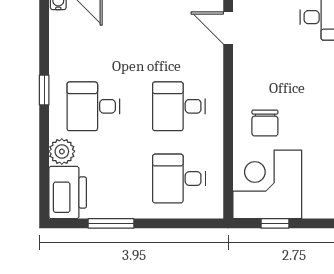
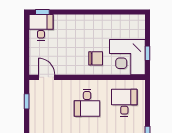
door: (228, 28) -> (47, 77), swing flipped
desk: (179, 179) -> (124, 103), turned 180

